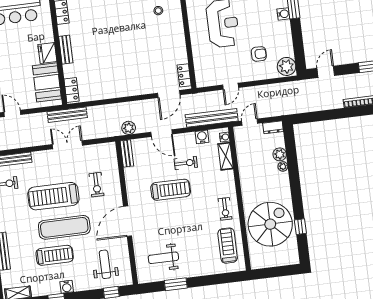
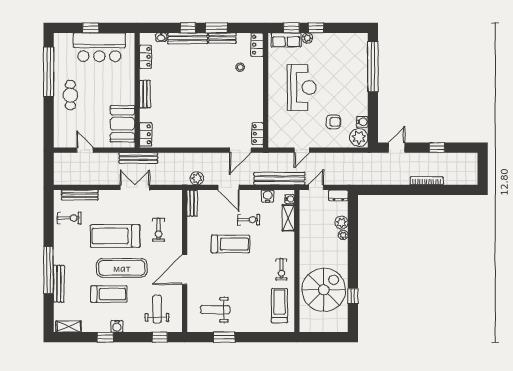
water cooler: (283, 14) -> (362, 122), moved
fridge: (47, 53) -> (126, 95), removed

